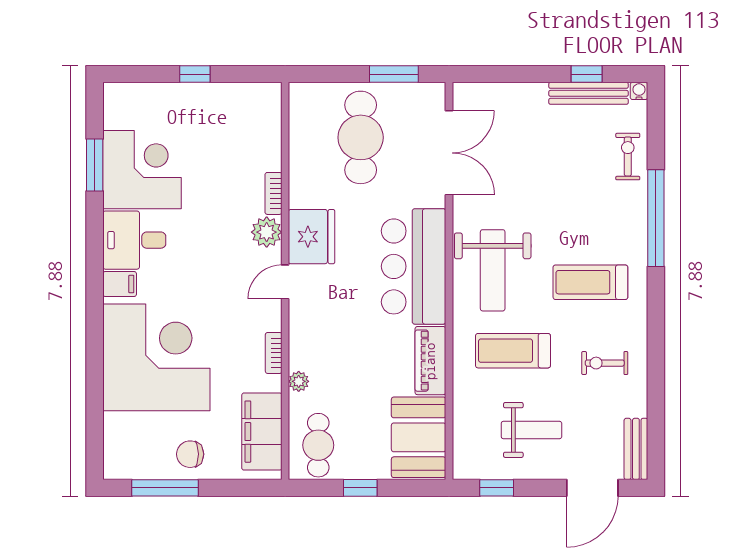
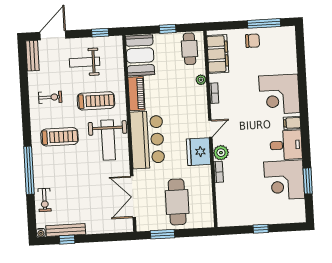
weight bench: (493, 270) -> (108, 140), turned 180
corner desk: (156, 357) -> (279, 94), width x0.74, depth x0.74

